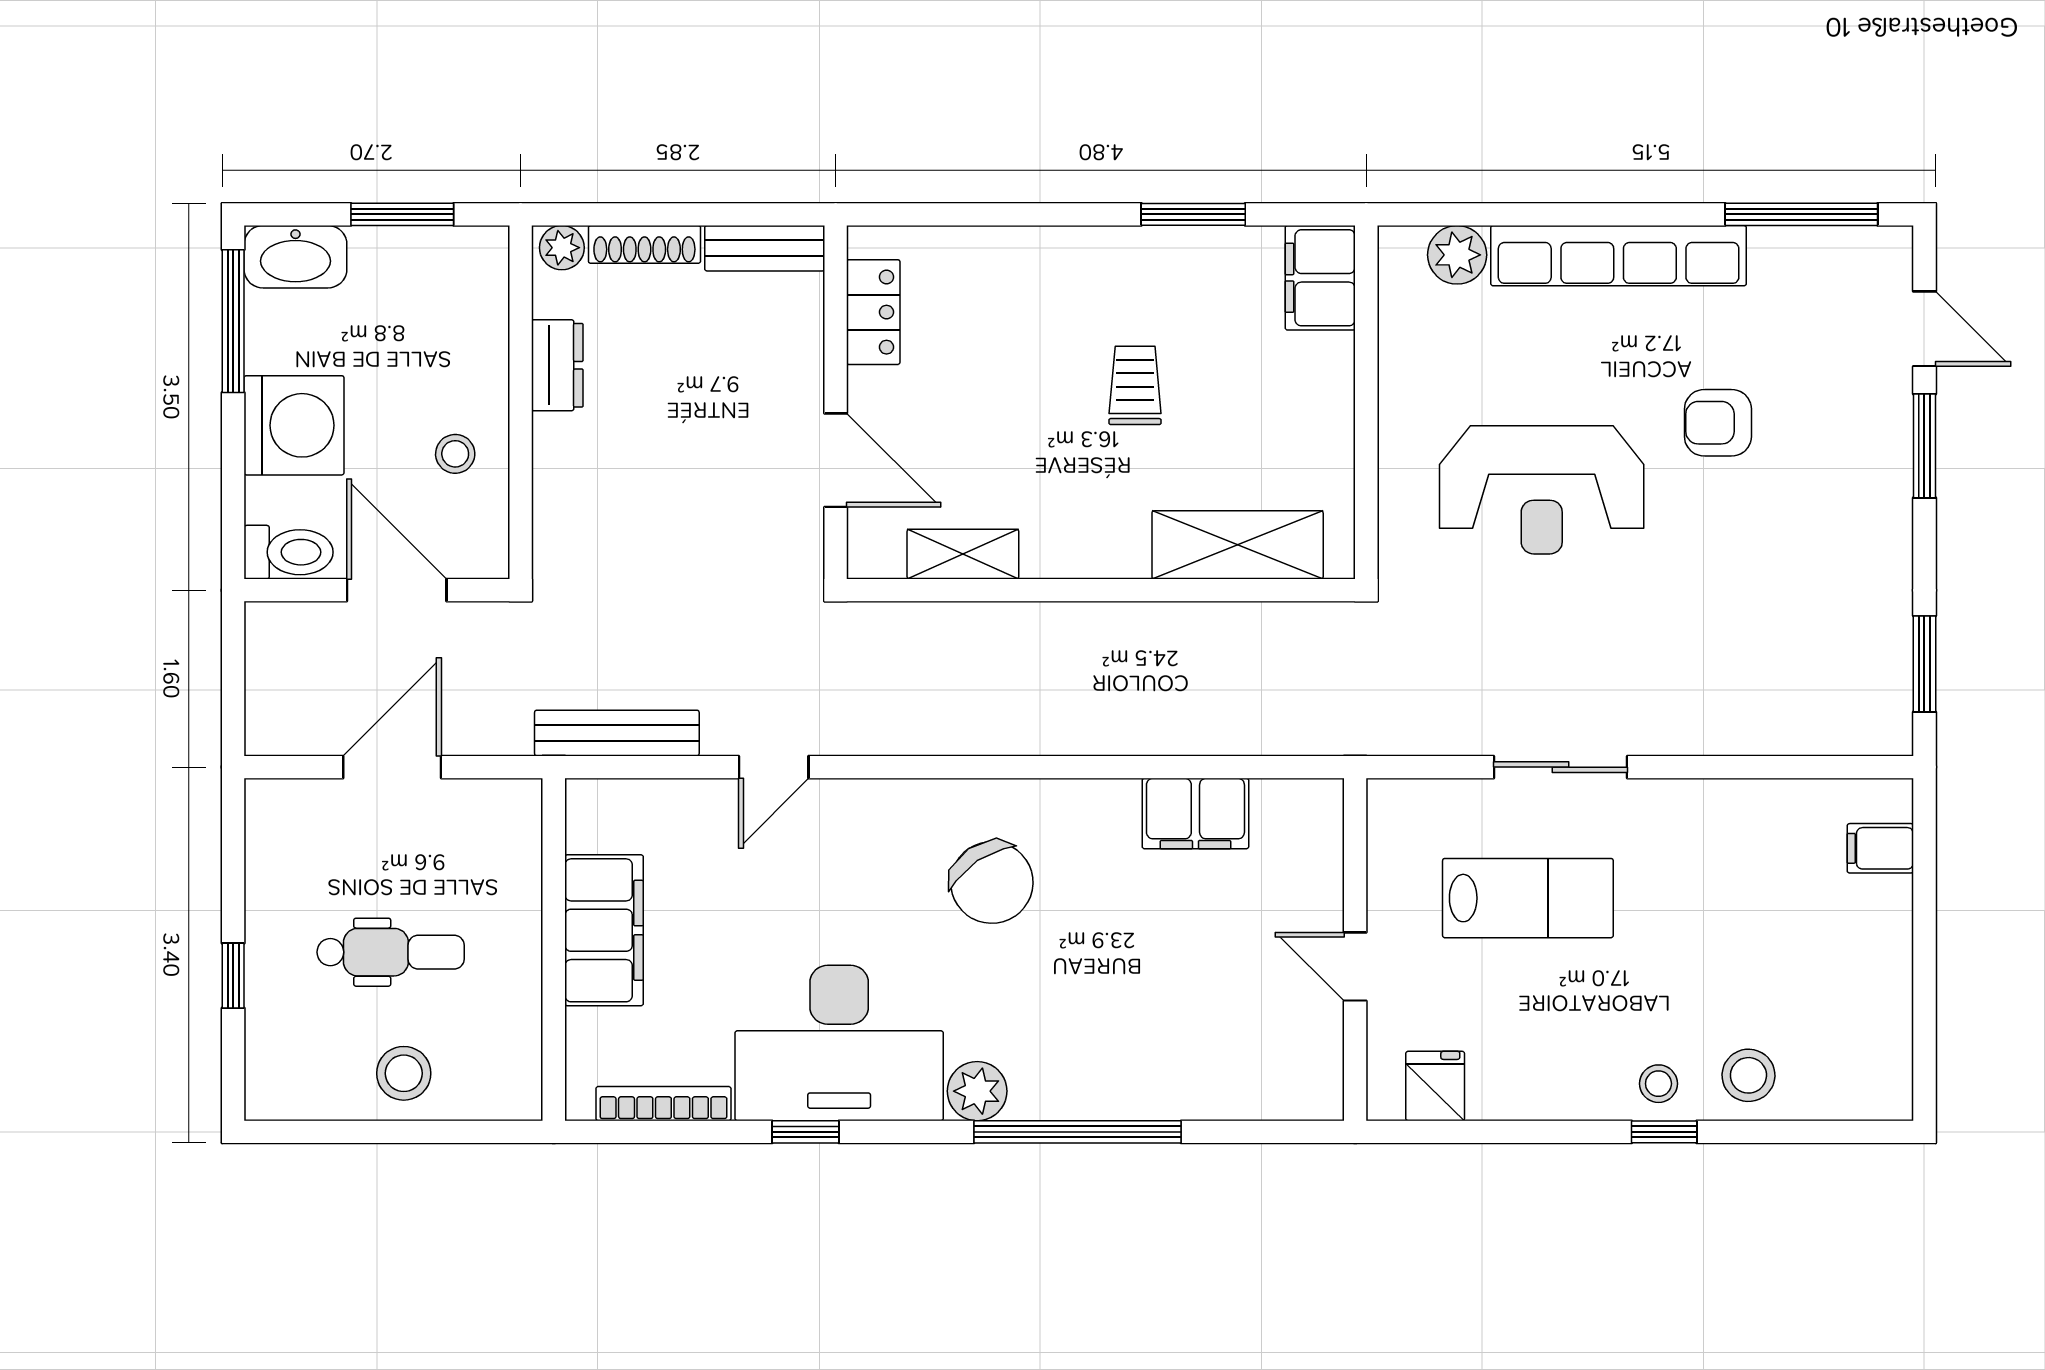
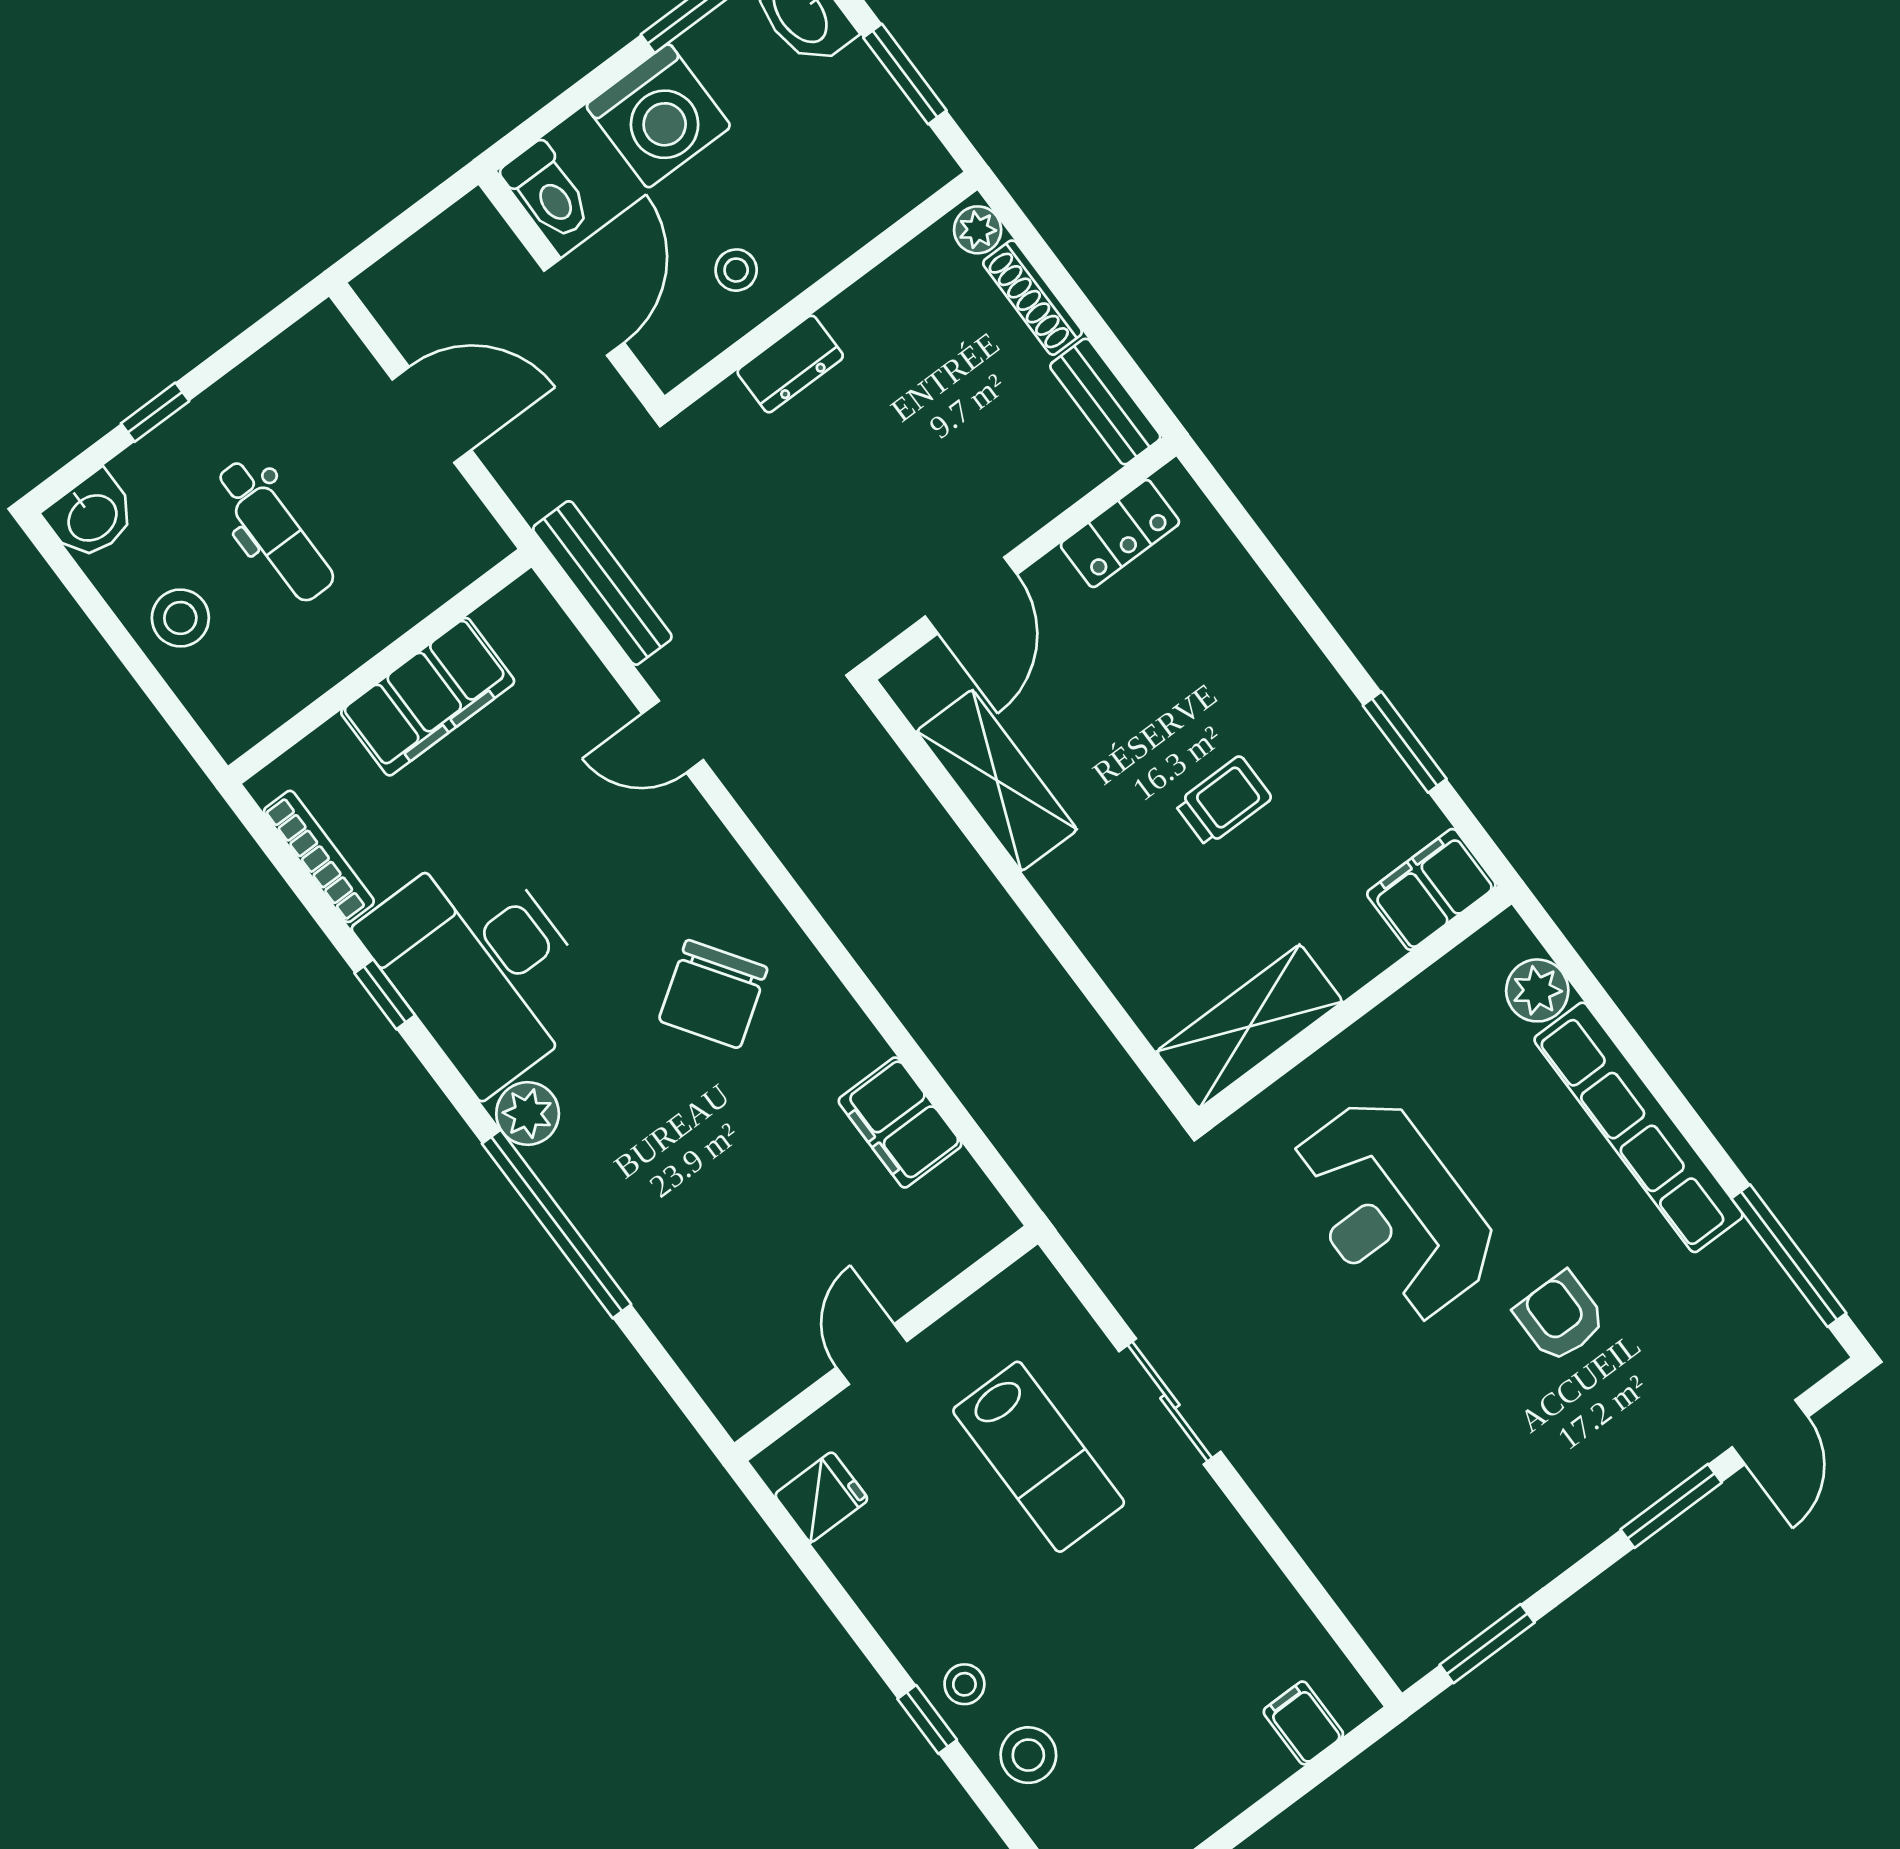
dresser: (557, 365) -> (790, 364), moved
shelving: (1238, 545) -> (1250, 1026), moved, turned 90
shelving: (963, 554) -> (997, 780), width x1.50, depth x1.33
washbasin: (276, 1083) -> (91, 516), added

